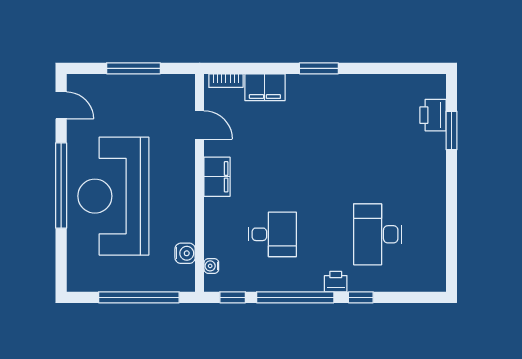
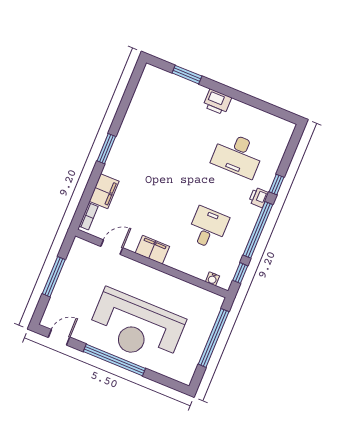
printer: (433, 115) -> (217, 102), moved
water cooler: (185, 253) -> (196, 293), removed

